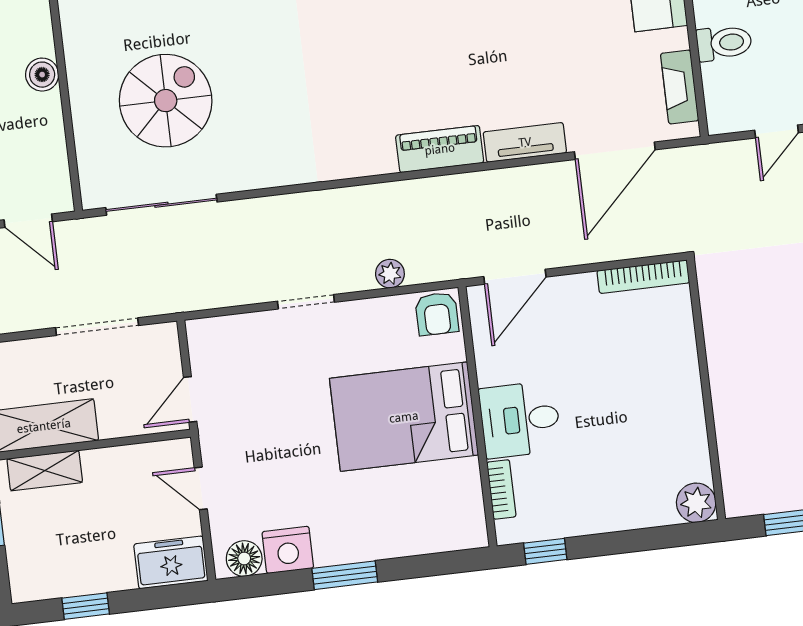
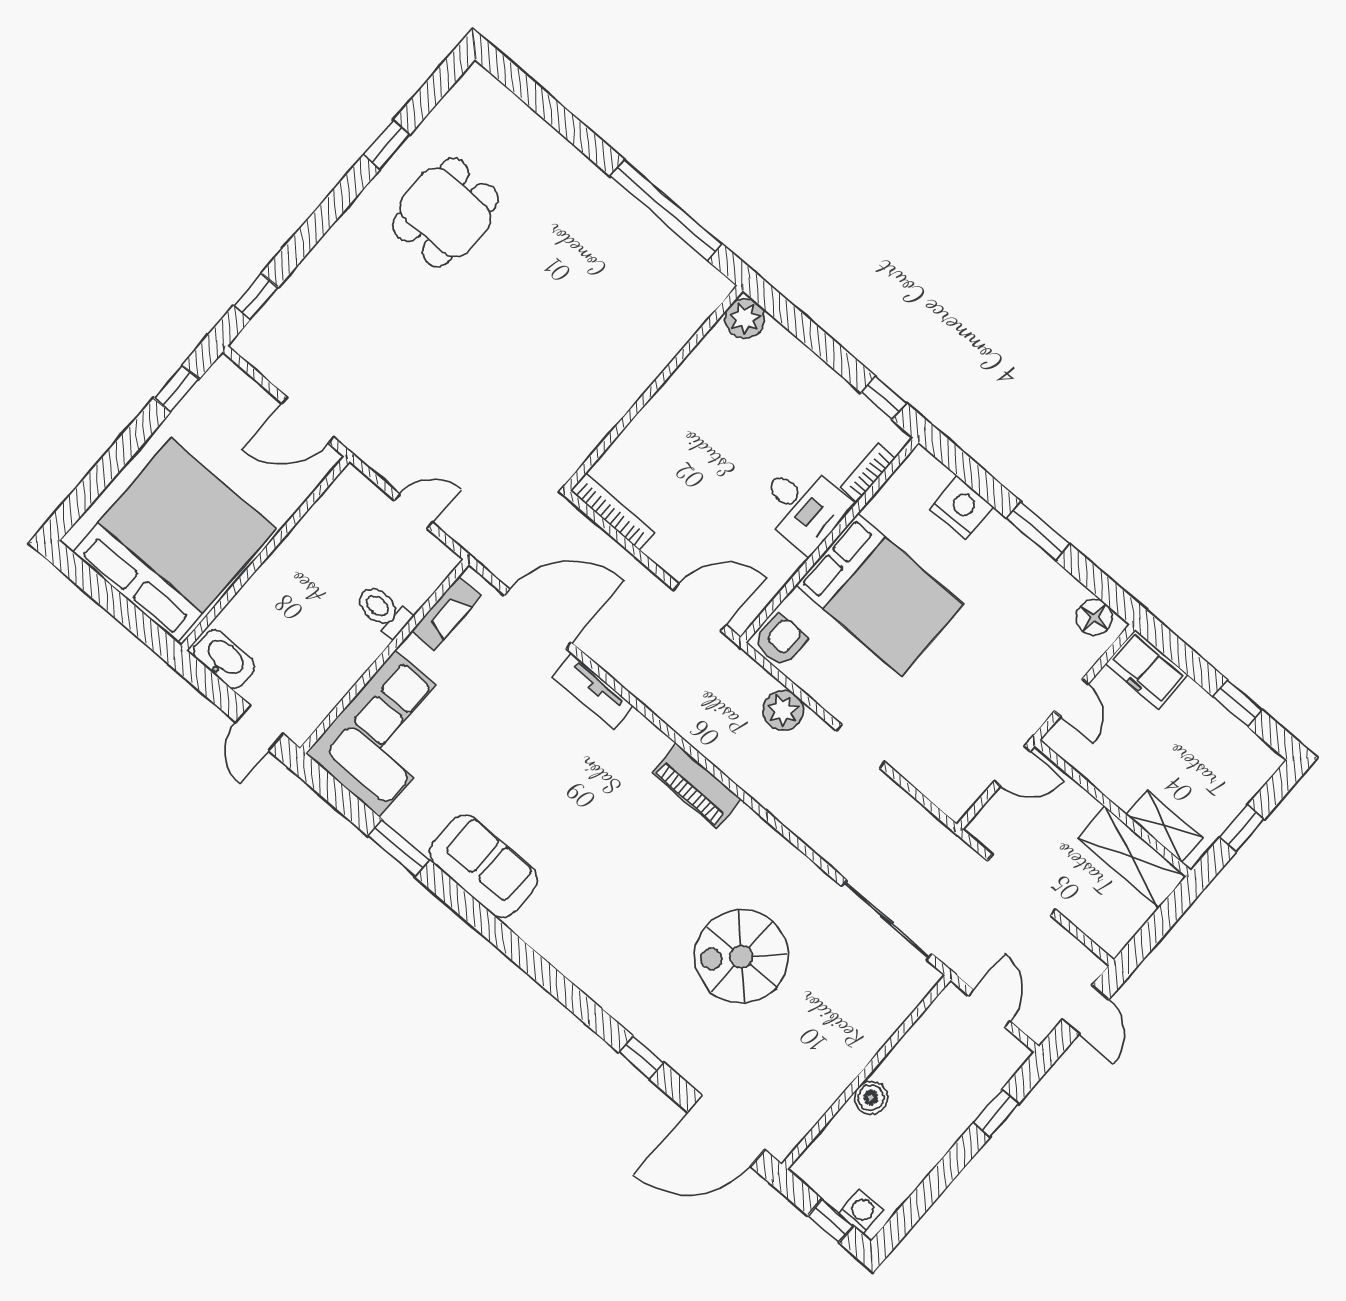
spiral stairs: (166, 101) -> (742, 957), moved
piano: (440, 149) -> (697, 786), moved
plant: (390, 274) -> (783, 710), width x1.38, depth x1.38
nightstand: (288, 550) -> (962, 508), moved

